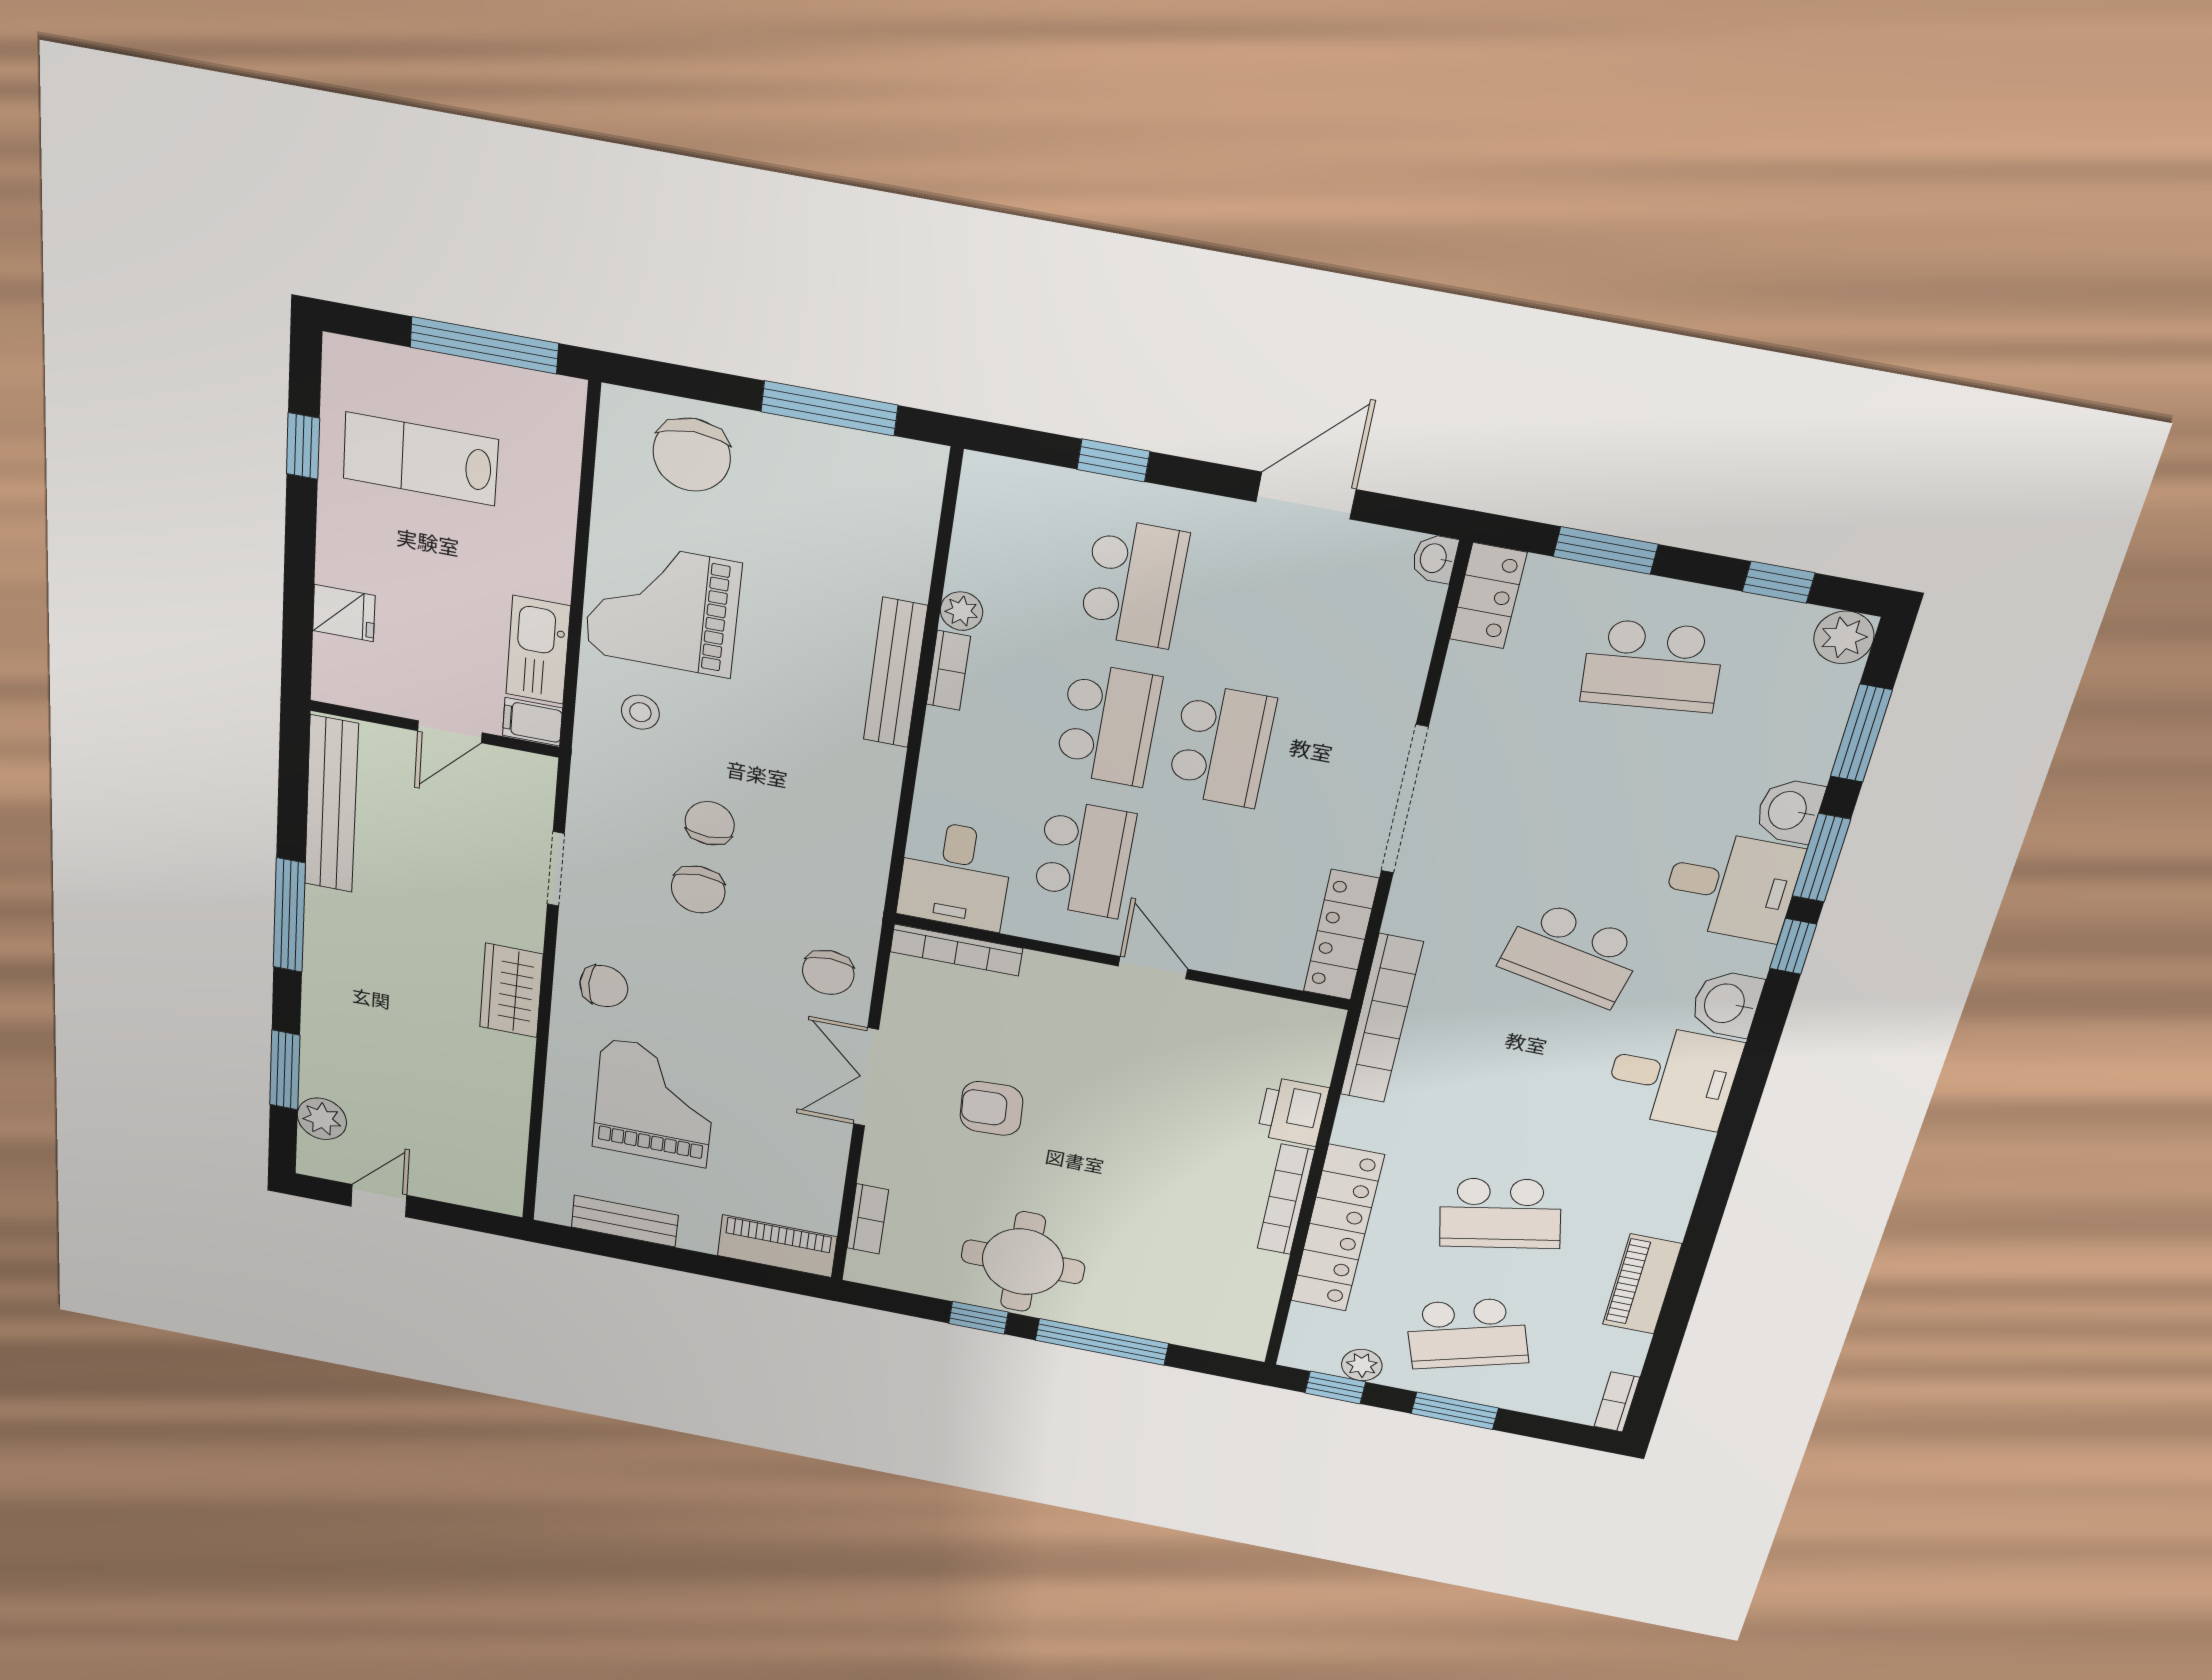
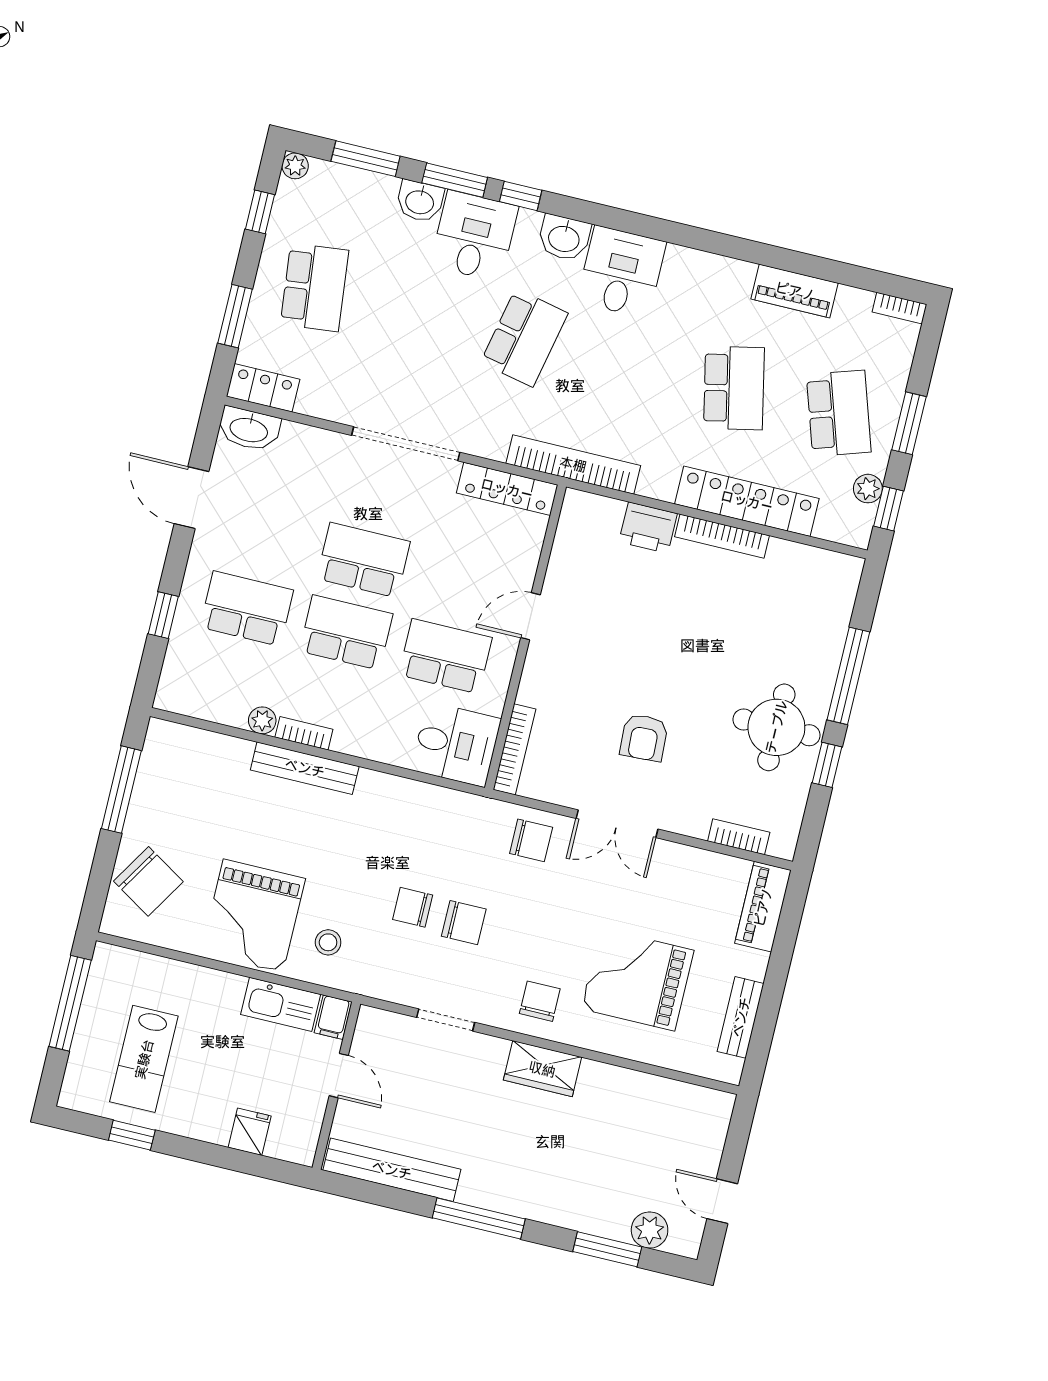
chair: (692, 455) -> (148, 881), turned 32
washbasin: (1434, 558) -> (249, 429), width x1.91, depth x1.45
plant: (1844, 637) -> (295, 166), width x0.73, depth x0.73

